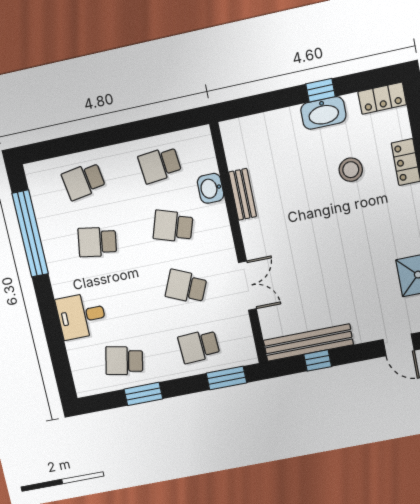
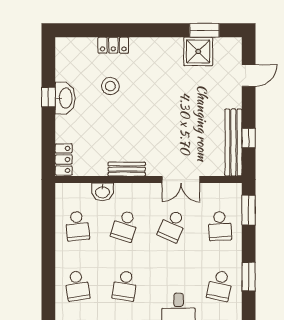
locker: (382, 98) -> (64, 159), moved
bench: (243, 194) -> (127, 169), moved
double door: (247, 286) -> (181, 180), swing flipped

